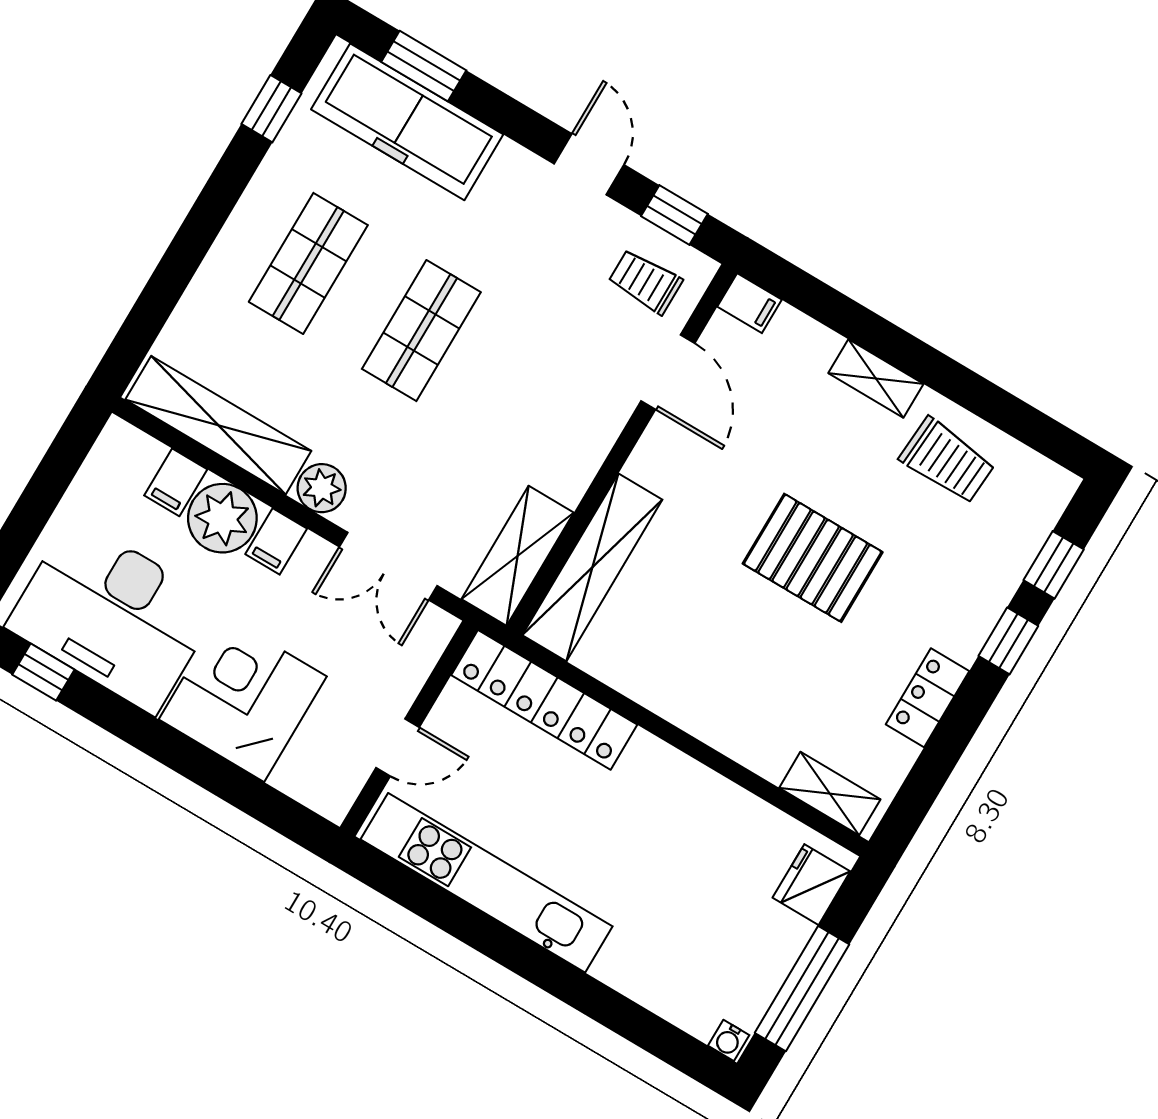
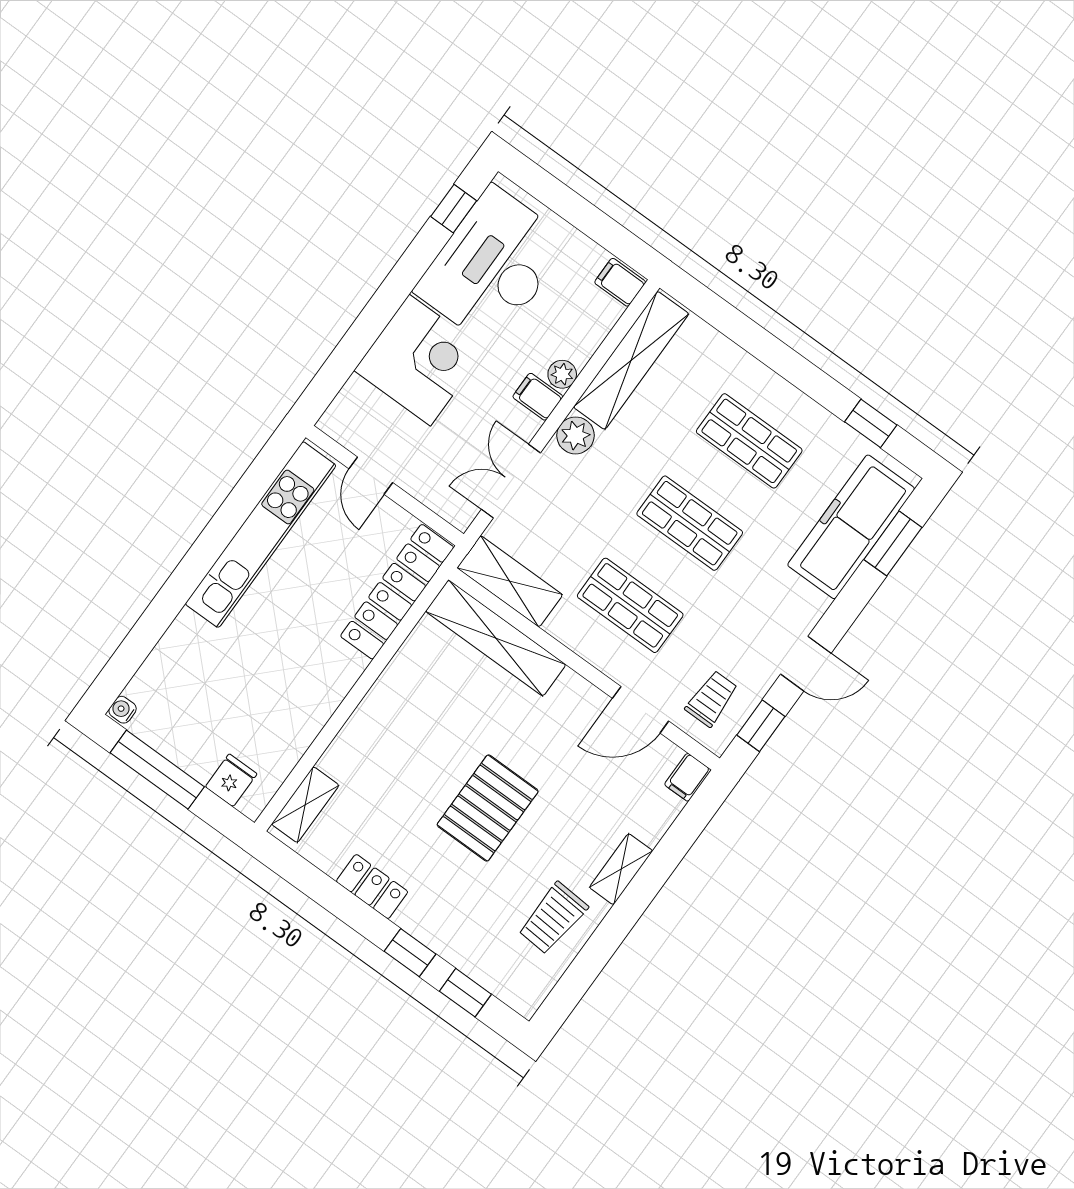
shop shelf: (534, 398) -> (630, 605), added
filing cabinet: (176, 482) -> (620, 282), moved
plant: (222, 518) -> (562, 374), width x0.53, depth x0.53
fridge: (811, 885) -> (231, 780), width x0.72

